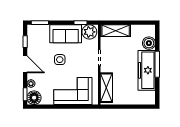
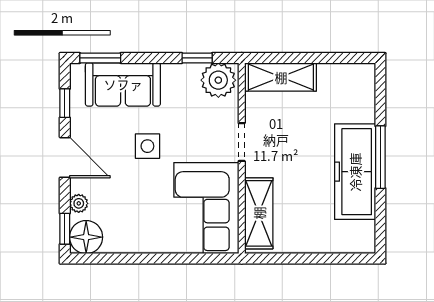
sofa: (66, 34) -> (123, 84), moved
boiler: (149, 43) -> (360, 107), removed
corner sofa: (73, 91) -> (206, 208), moved, turned -90

